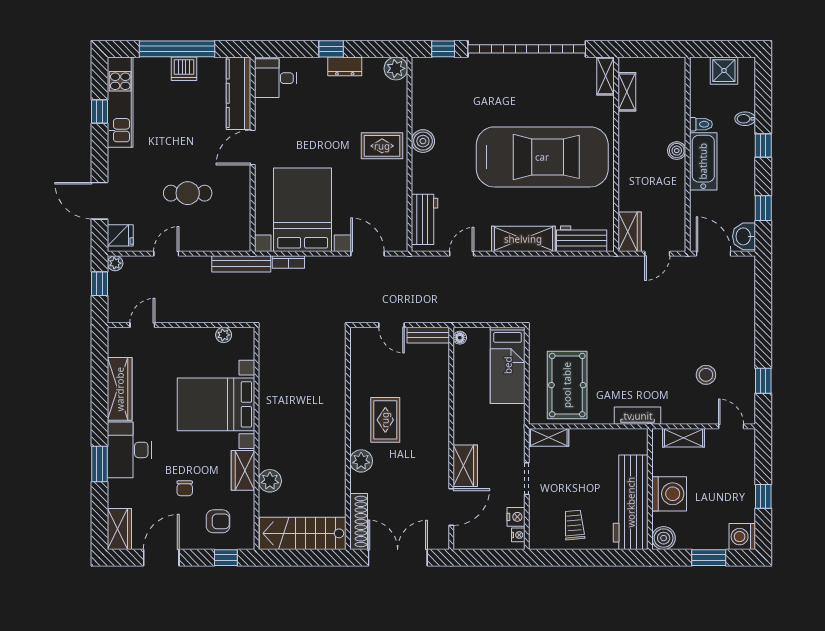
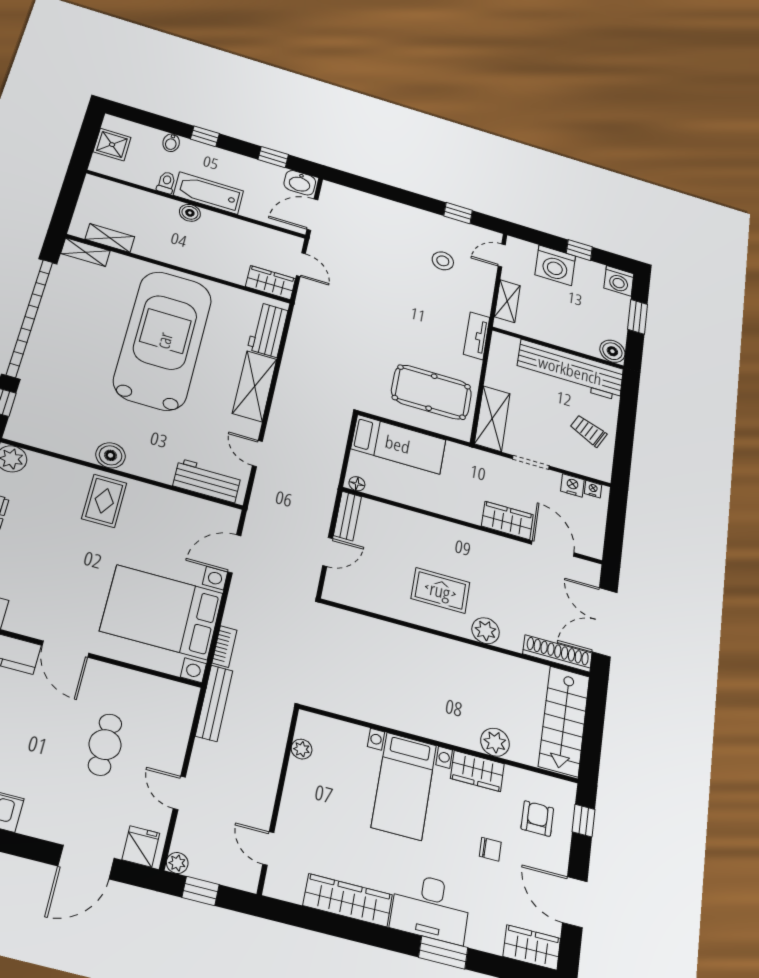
bed with nightstands: (216, 404) -> (404, 786), width x0.73
shelving: (549, 437) -> (492, 419), width x1.50, depth x1.33
washing machine: (669, 494) -> (555, 265), moved, turned 180
trolley: (574, 525) -> (588, 431), turned 30

